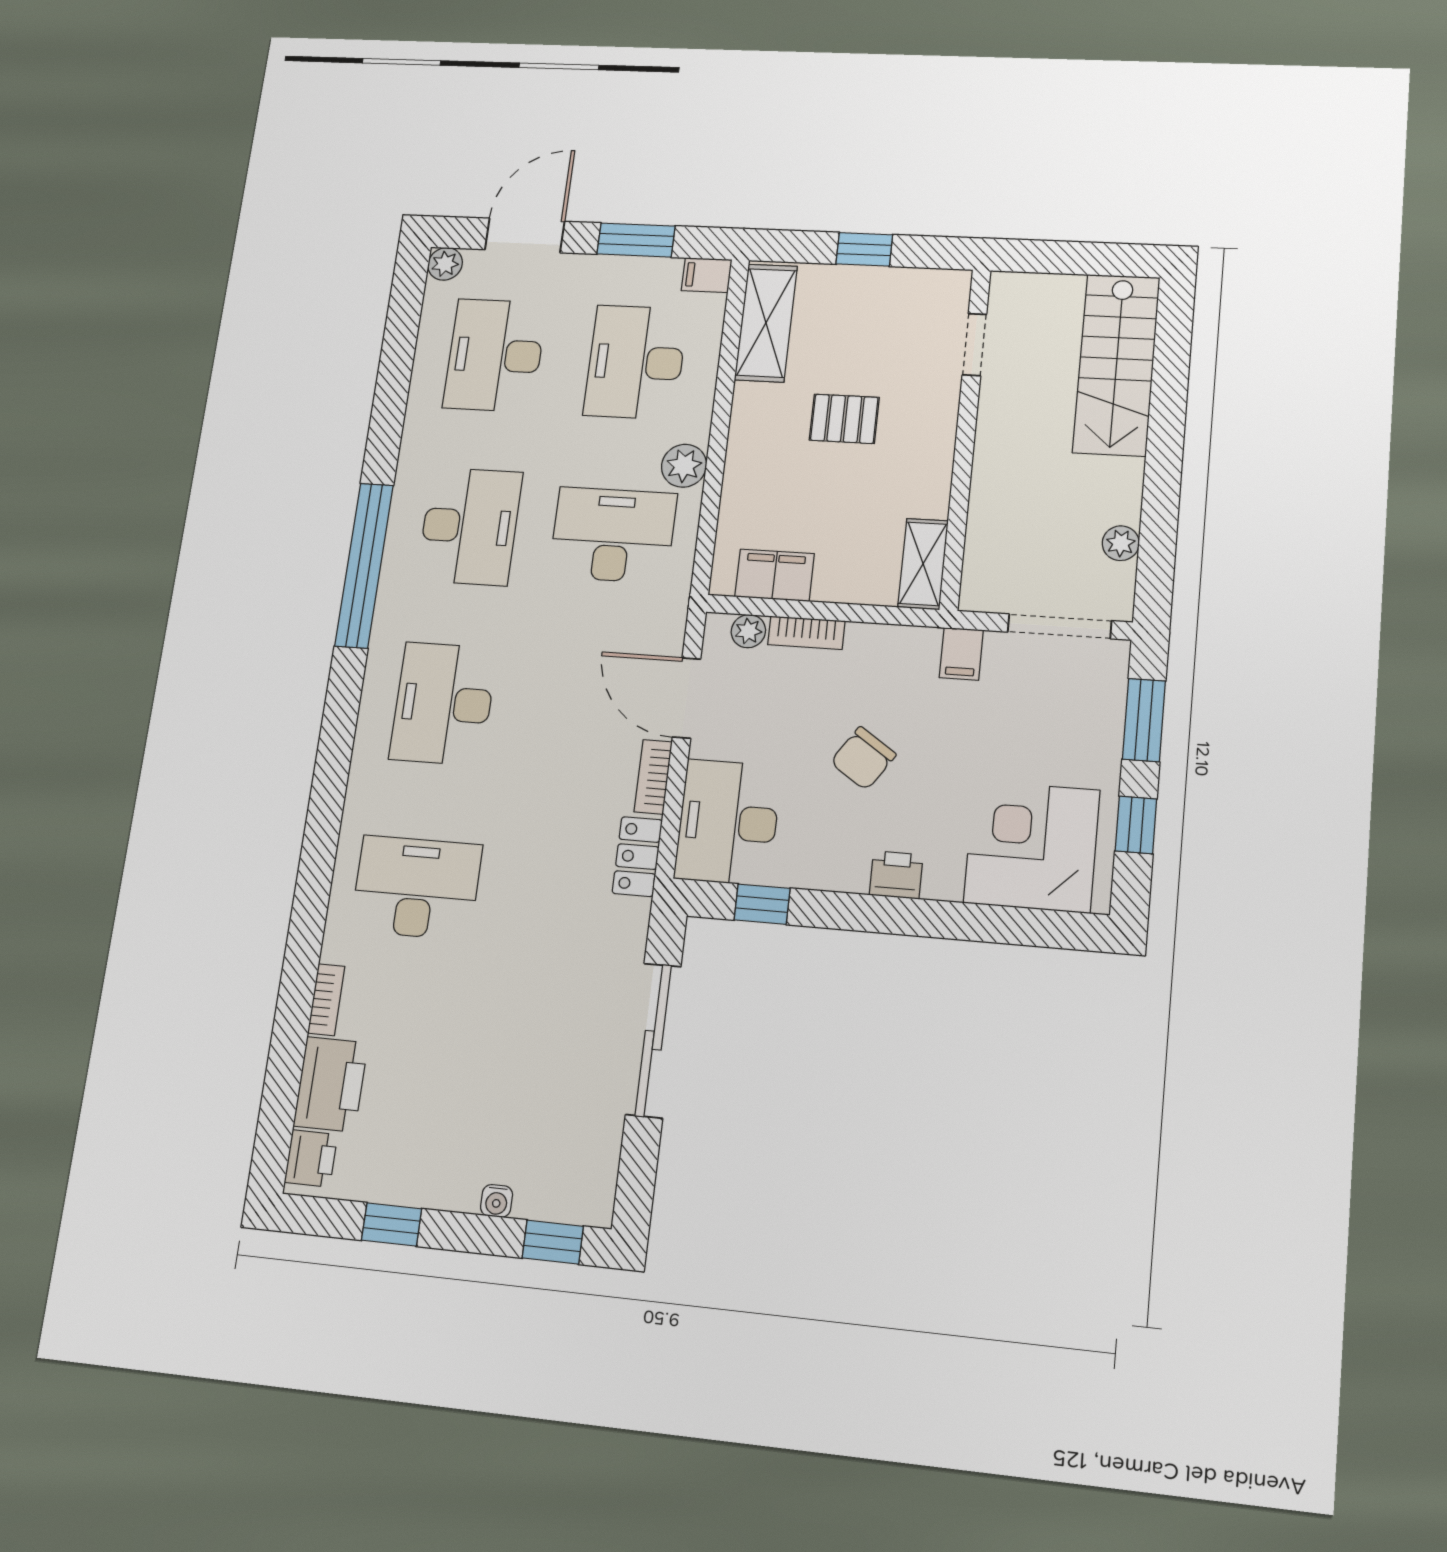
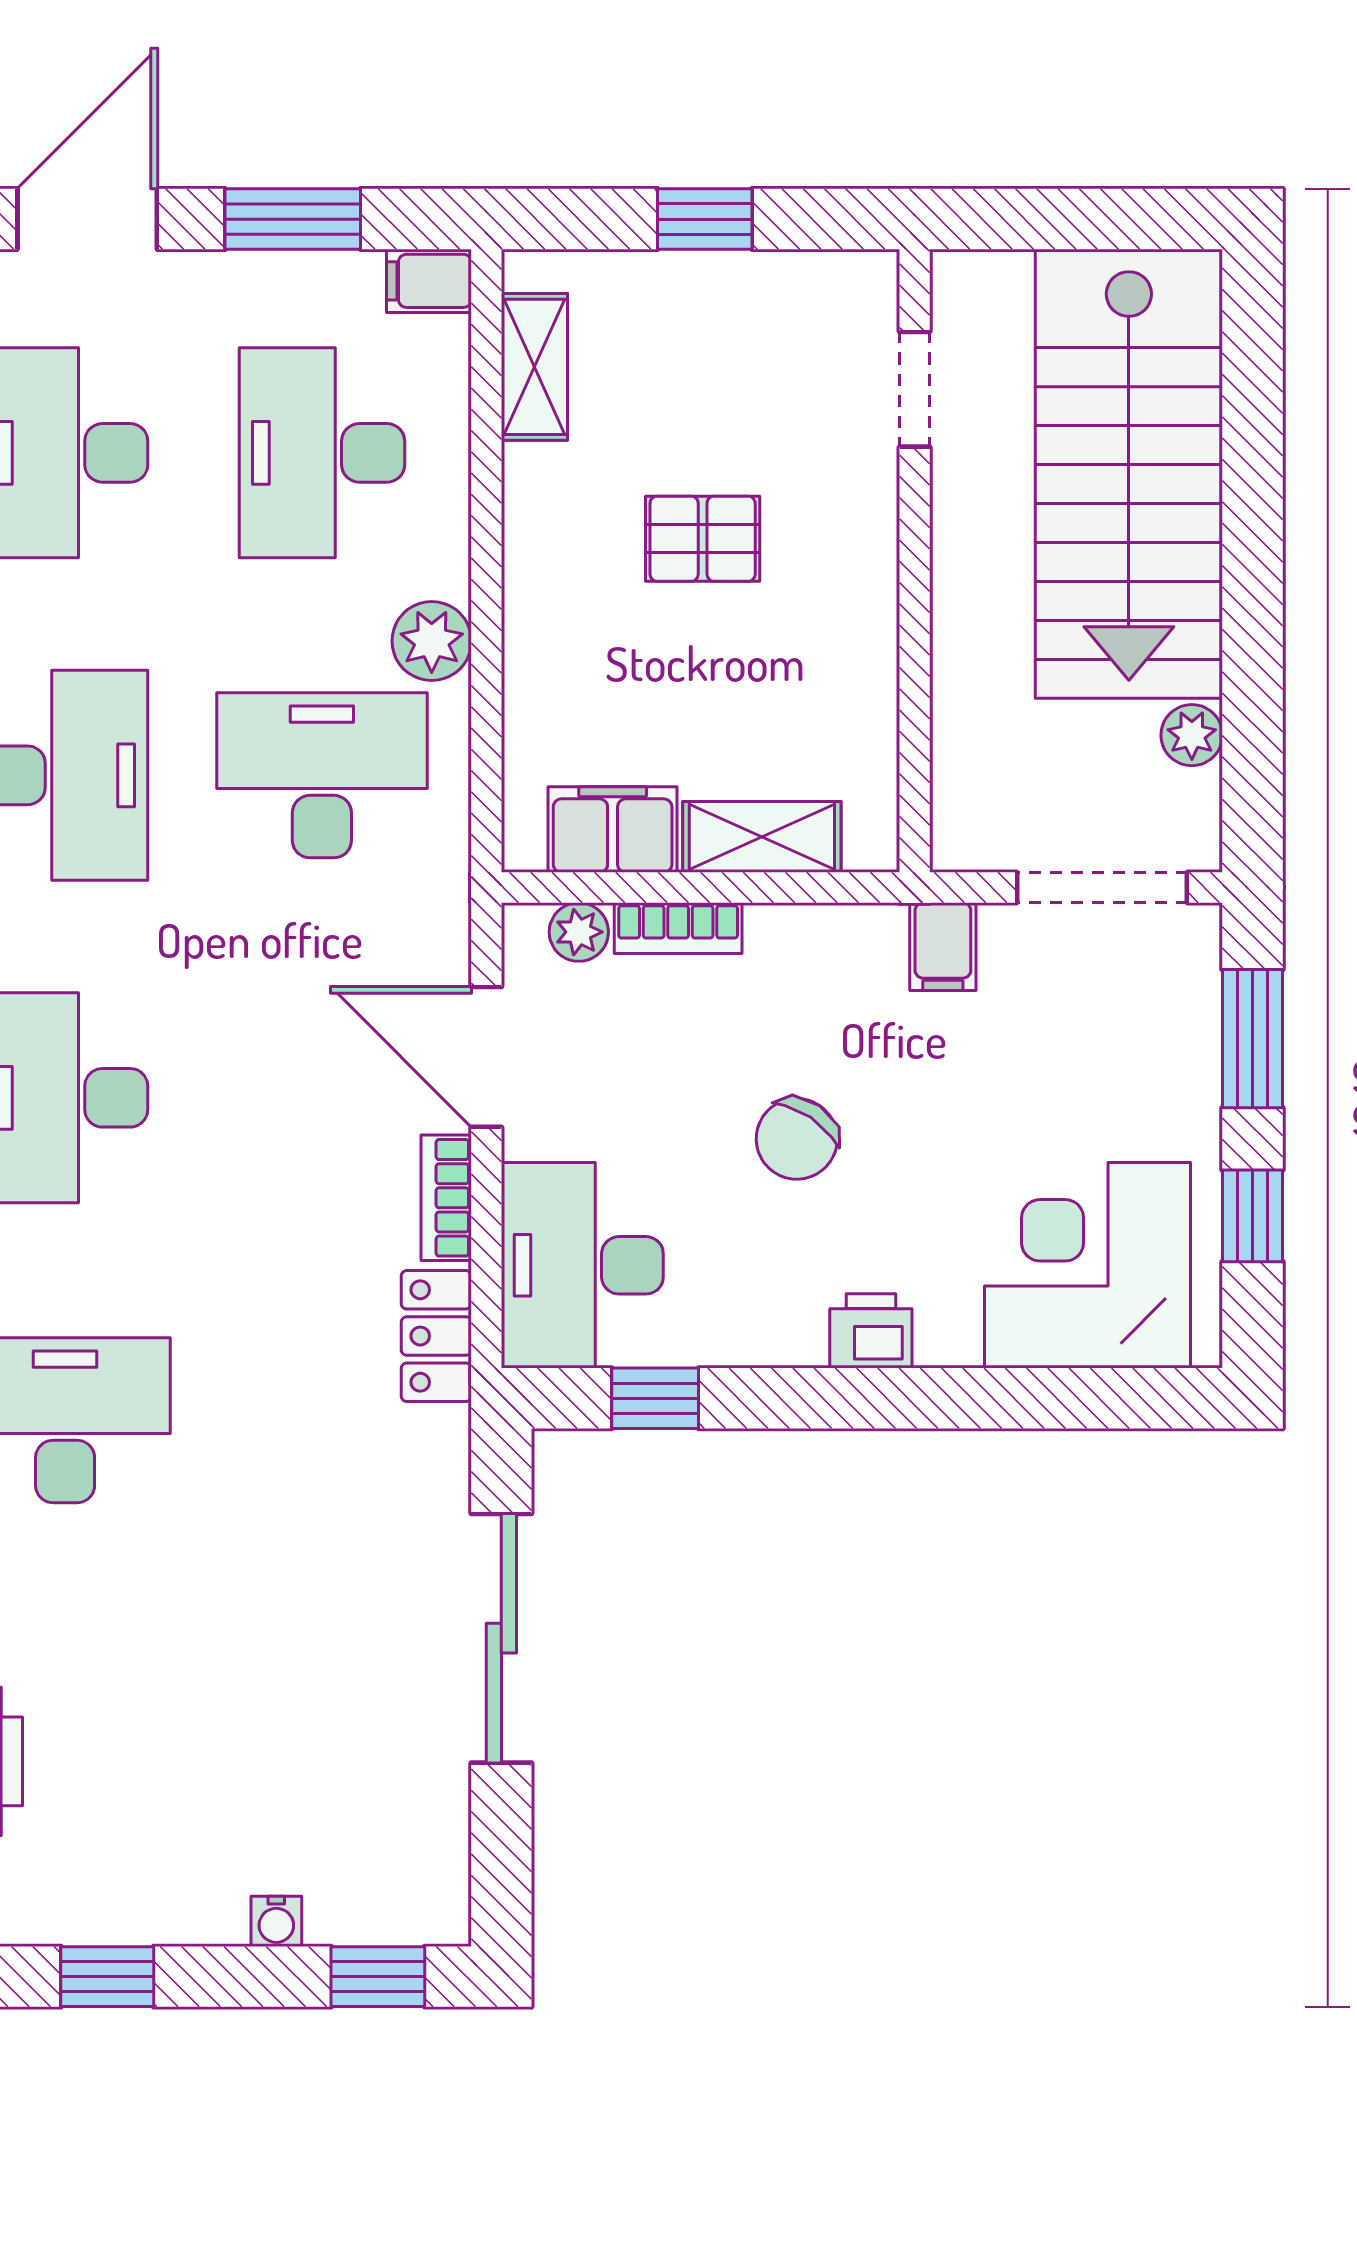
shelving: (766, 323) -> (534, 367), width x0.67, depth x0.75
stairs: (1116, 365) -> (1129, 474), width x1.36, depth x1.51
shelving: (923, 564) -> (762, 837), moved, turned 90

